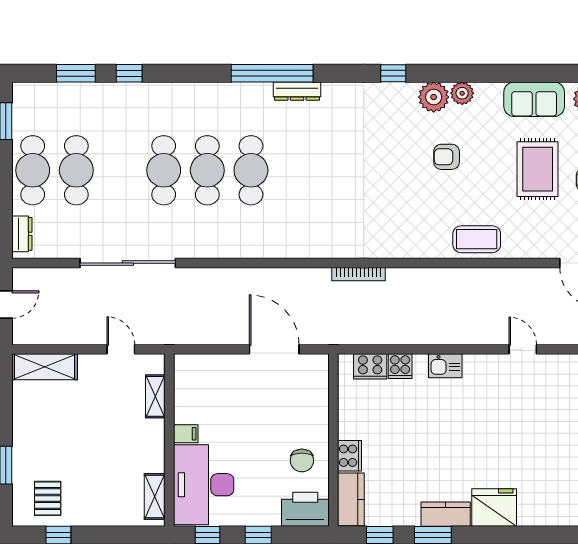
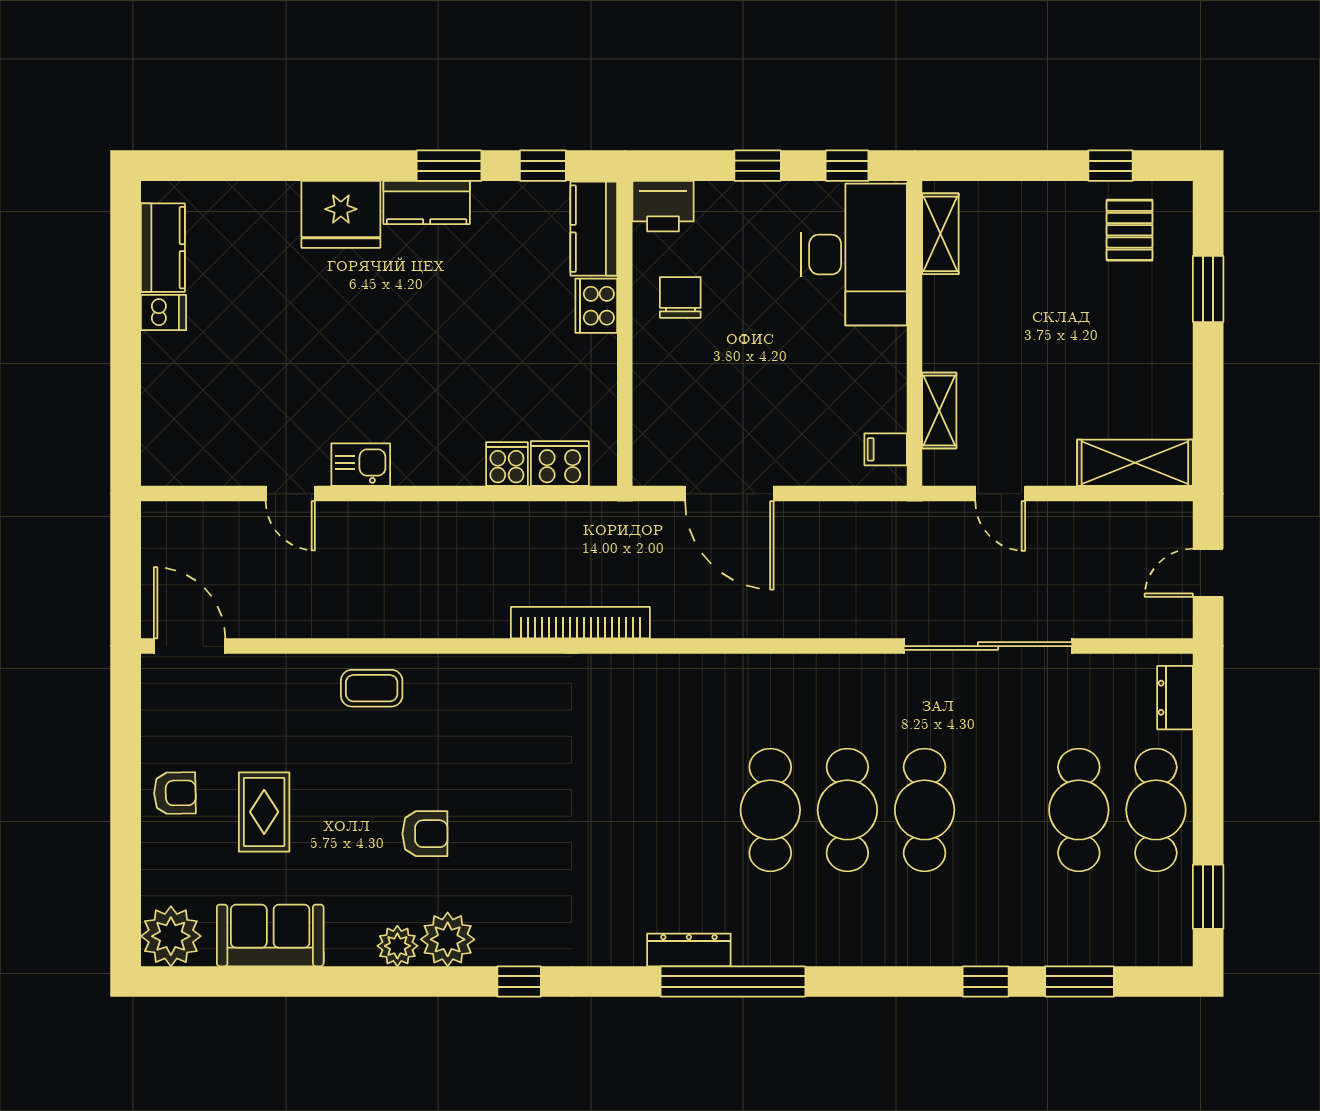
rug: (538, 169) -> (264, 812), width x0.73, depth x0.70
coffee table: (477, 239) -> (372, 688), width x0.73, depth x0.77
bookcase: (358, 274) -> (580, 623), width x1.48, depth x1.31
kitchen sink: (445, 366) -> (361, 465), moved
filing cabinet: (186, 434) -> (886, 449), moved
printer: (305, 509) -> (663, 206), width x0.73, depth x0.84

